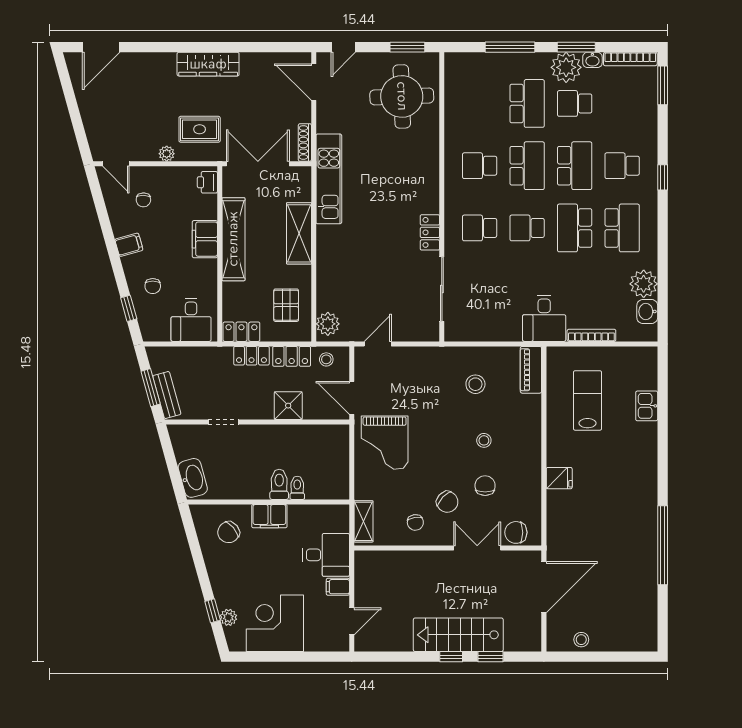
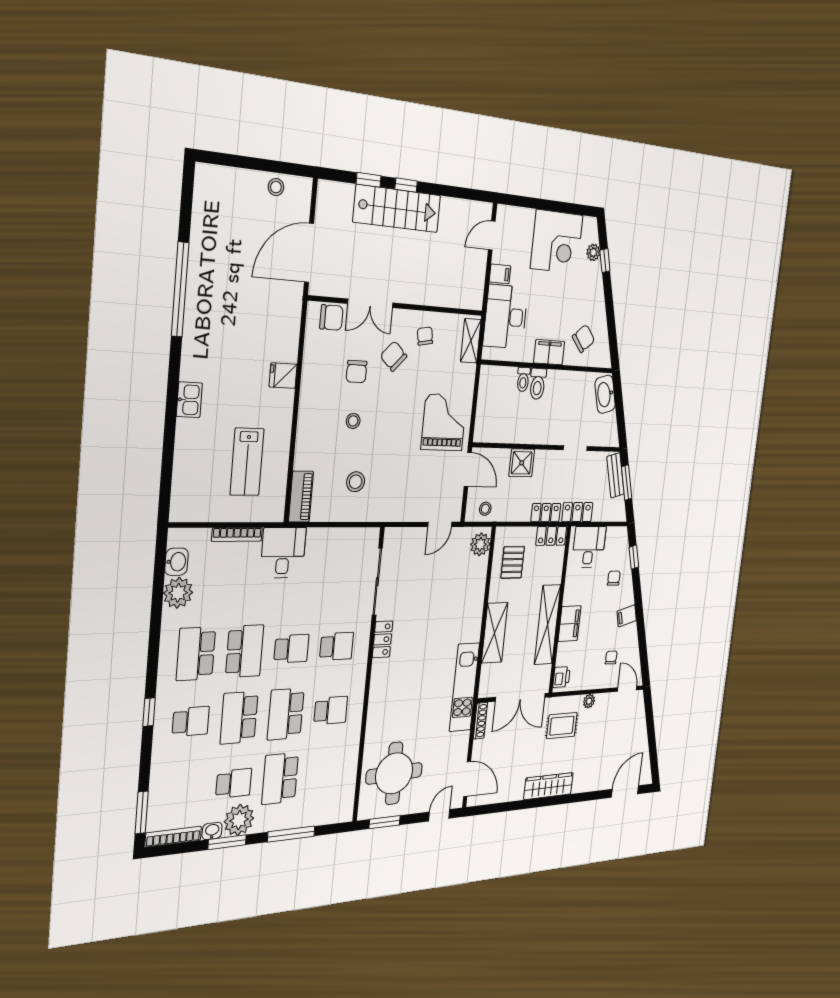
locker: (292, 356) -> (577, 512), moved
kitchen sink: (647, 406) -> (189, 400), moved
desk: (326, 555) -> (506, 317), width x1.37

